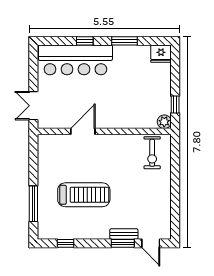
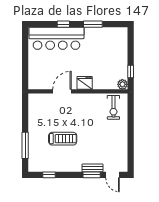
fridge: (161, 54) -> (85, 83), moved, turned 180
double door: (33, 106) -> (25, 72), removed
treadmill: (84, 195) -> (63, 139), width x0.73, depth x0.73

